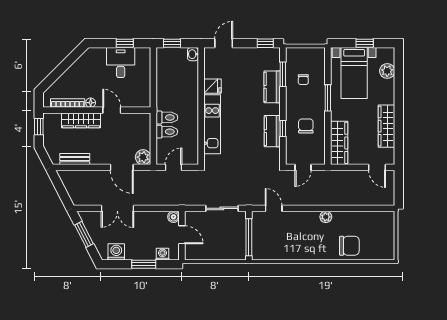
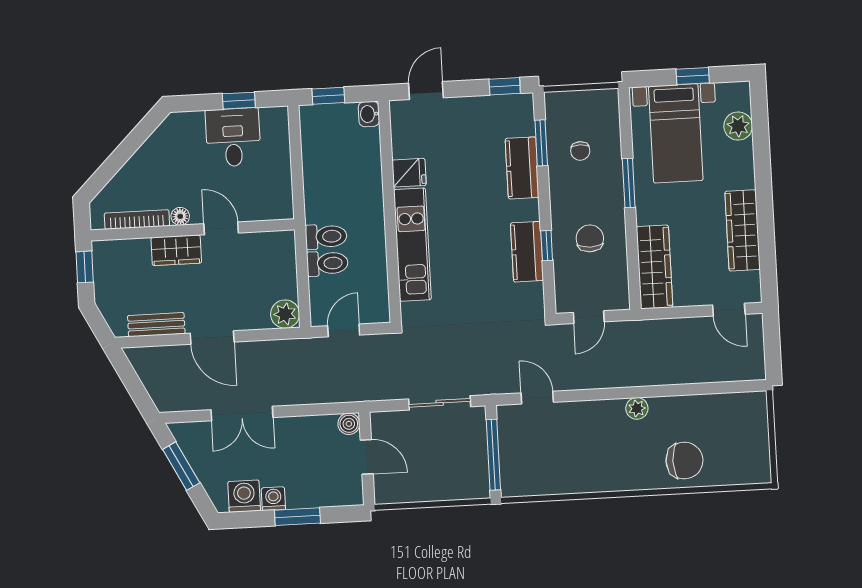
wardrobe: (81, 120) -> (176, 250), width x0.67
door: (122, 167) -> (212, 338), moved
washing machine: (162, 254) -> (273, 499), moved

